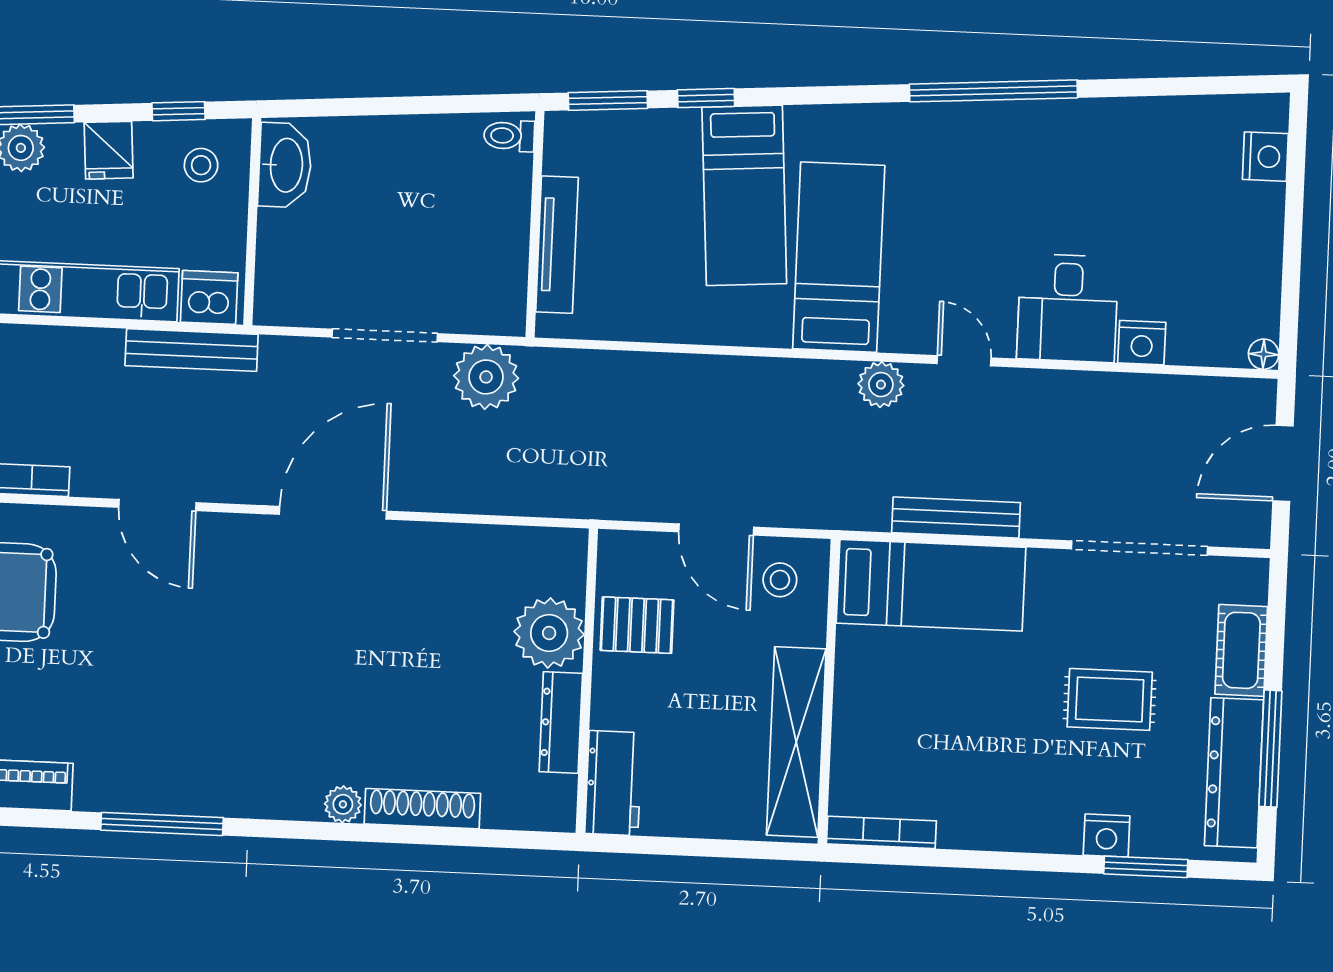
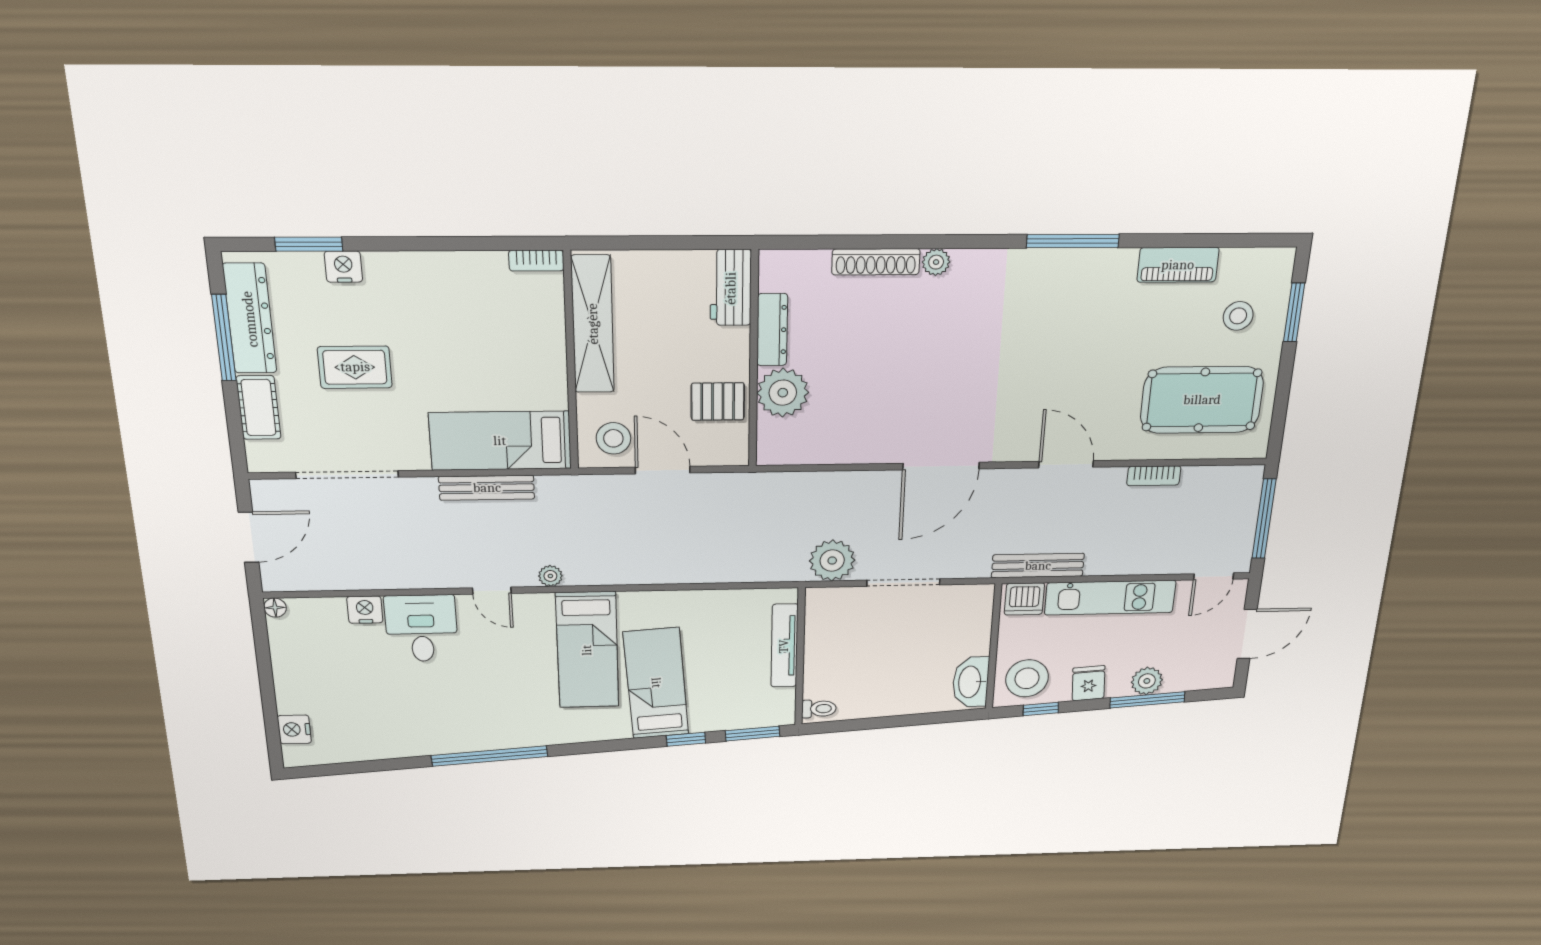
stool: (201, 165) -> (1027, 678), width x1.89, depth x1.89
plant: (881, 385) -> (550, 576), width x0.73, depth x0.73
stool: (780, 580) -> (613, 438), width x1.37, depth x1.37
bookcase: (881, 832) -> (536, 261), width x0.64

